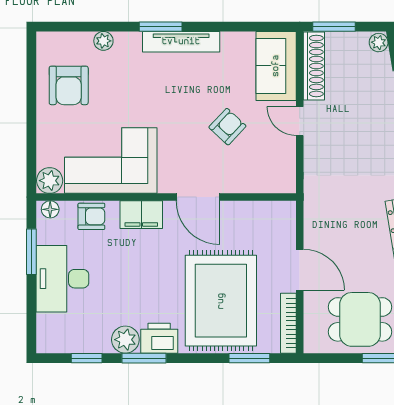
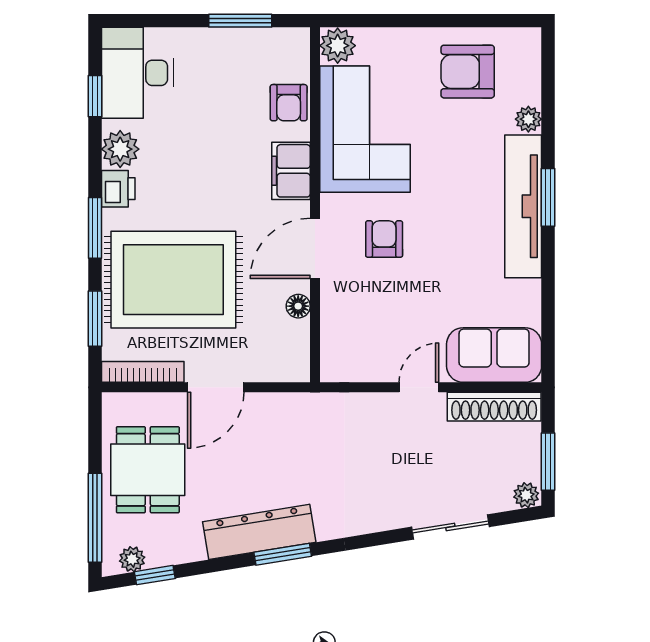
window: (334, 27) -> (548, 462), moved
tv unit: (181, 42) -> (523, 206), width x1.36, depth x1.29
armchair: (227, 127) -> (384, 239), moved, turned -133
floor lamp: (50, 209) -> (298, 306), moved
desk: (62, 279) -> (137, 73), moved, turned -90
printer: (159, 338) -> (118, 189), width x0.73, depth x0.81
window: (144, 358) -> (95, 228), moved

